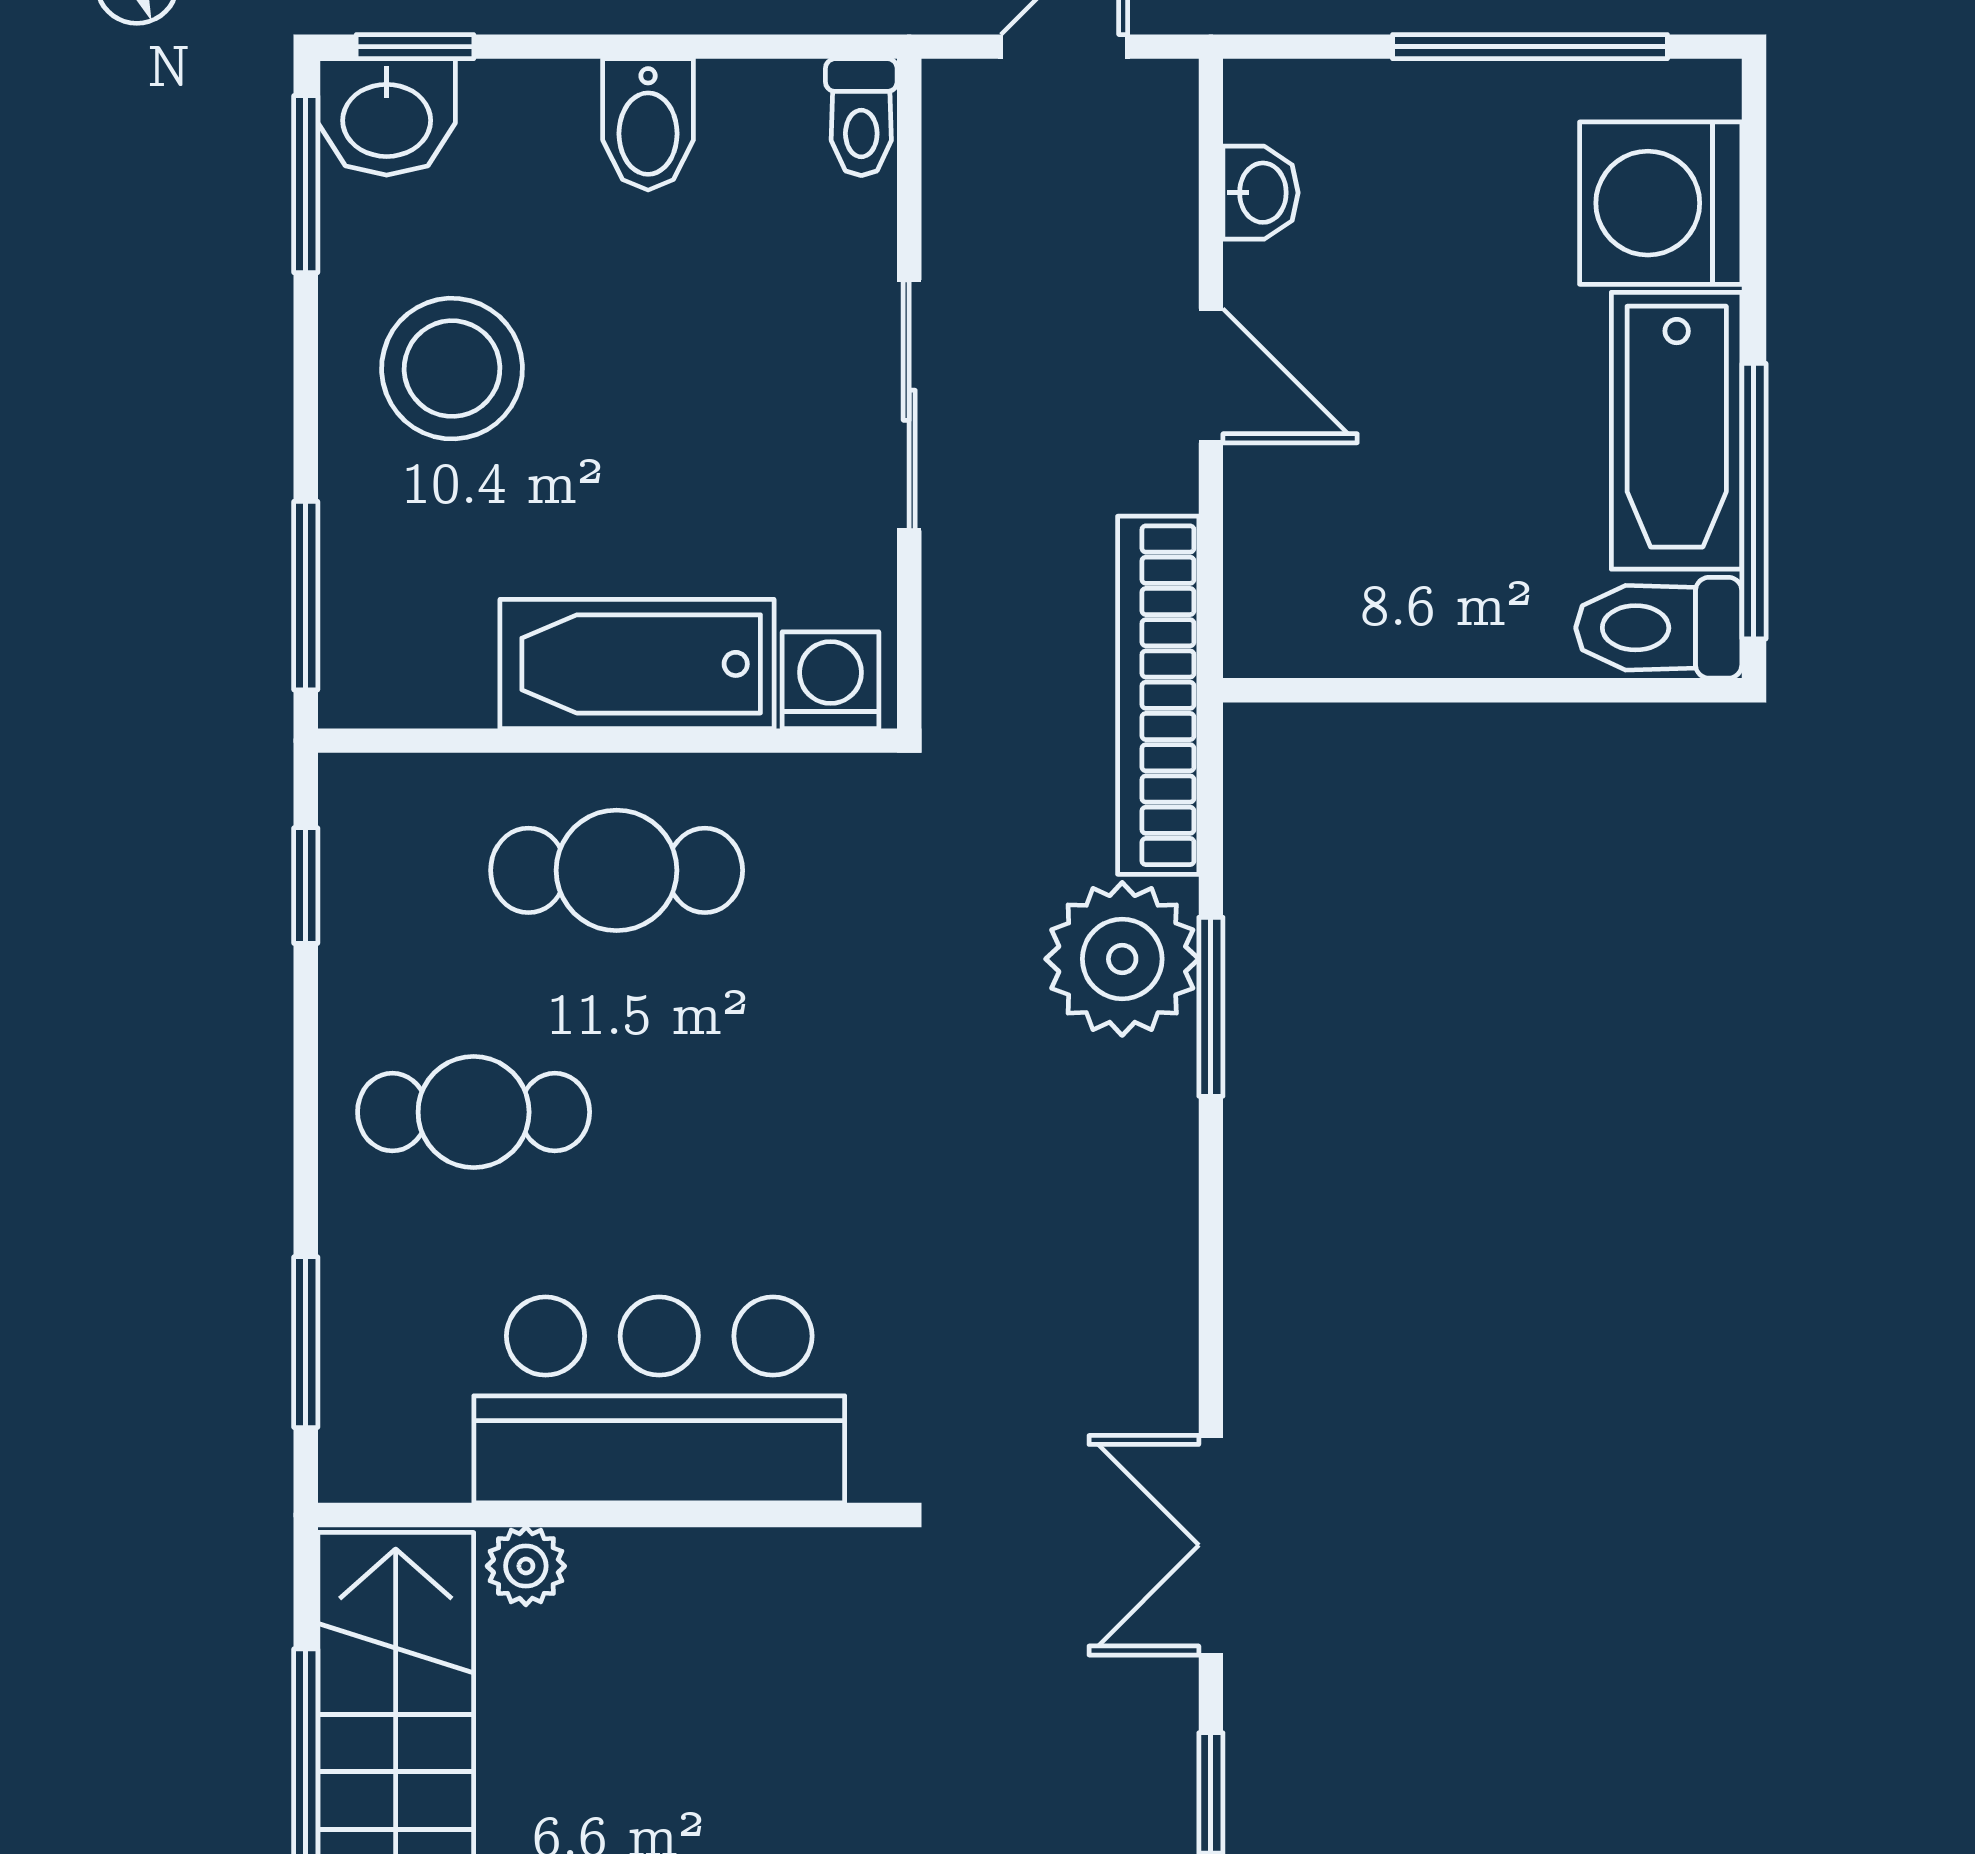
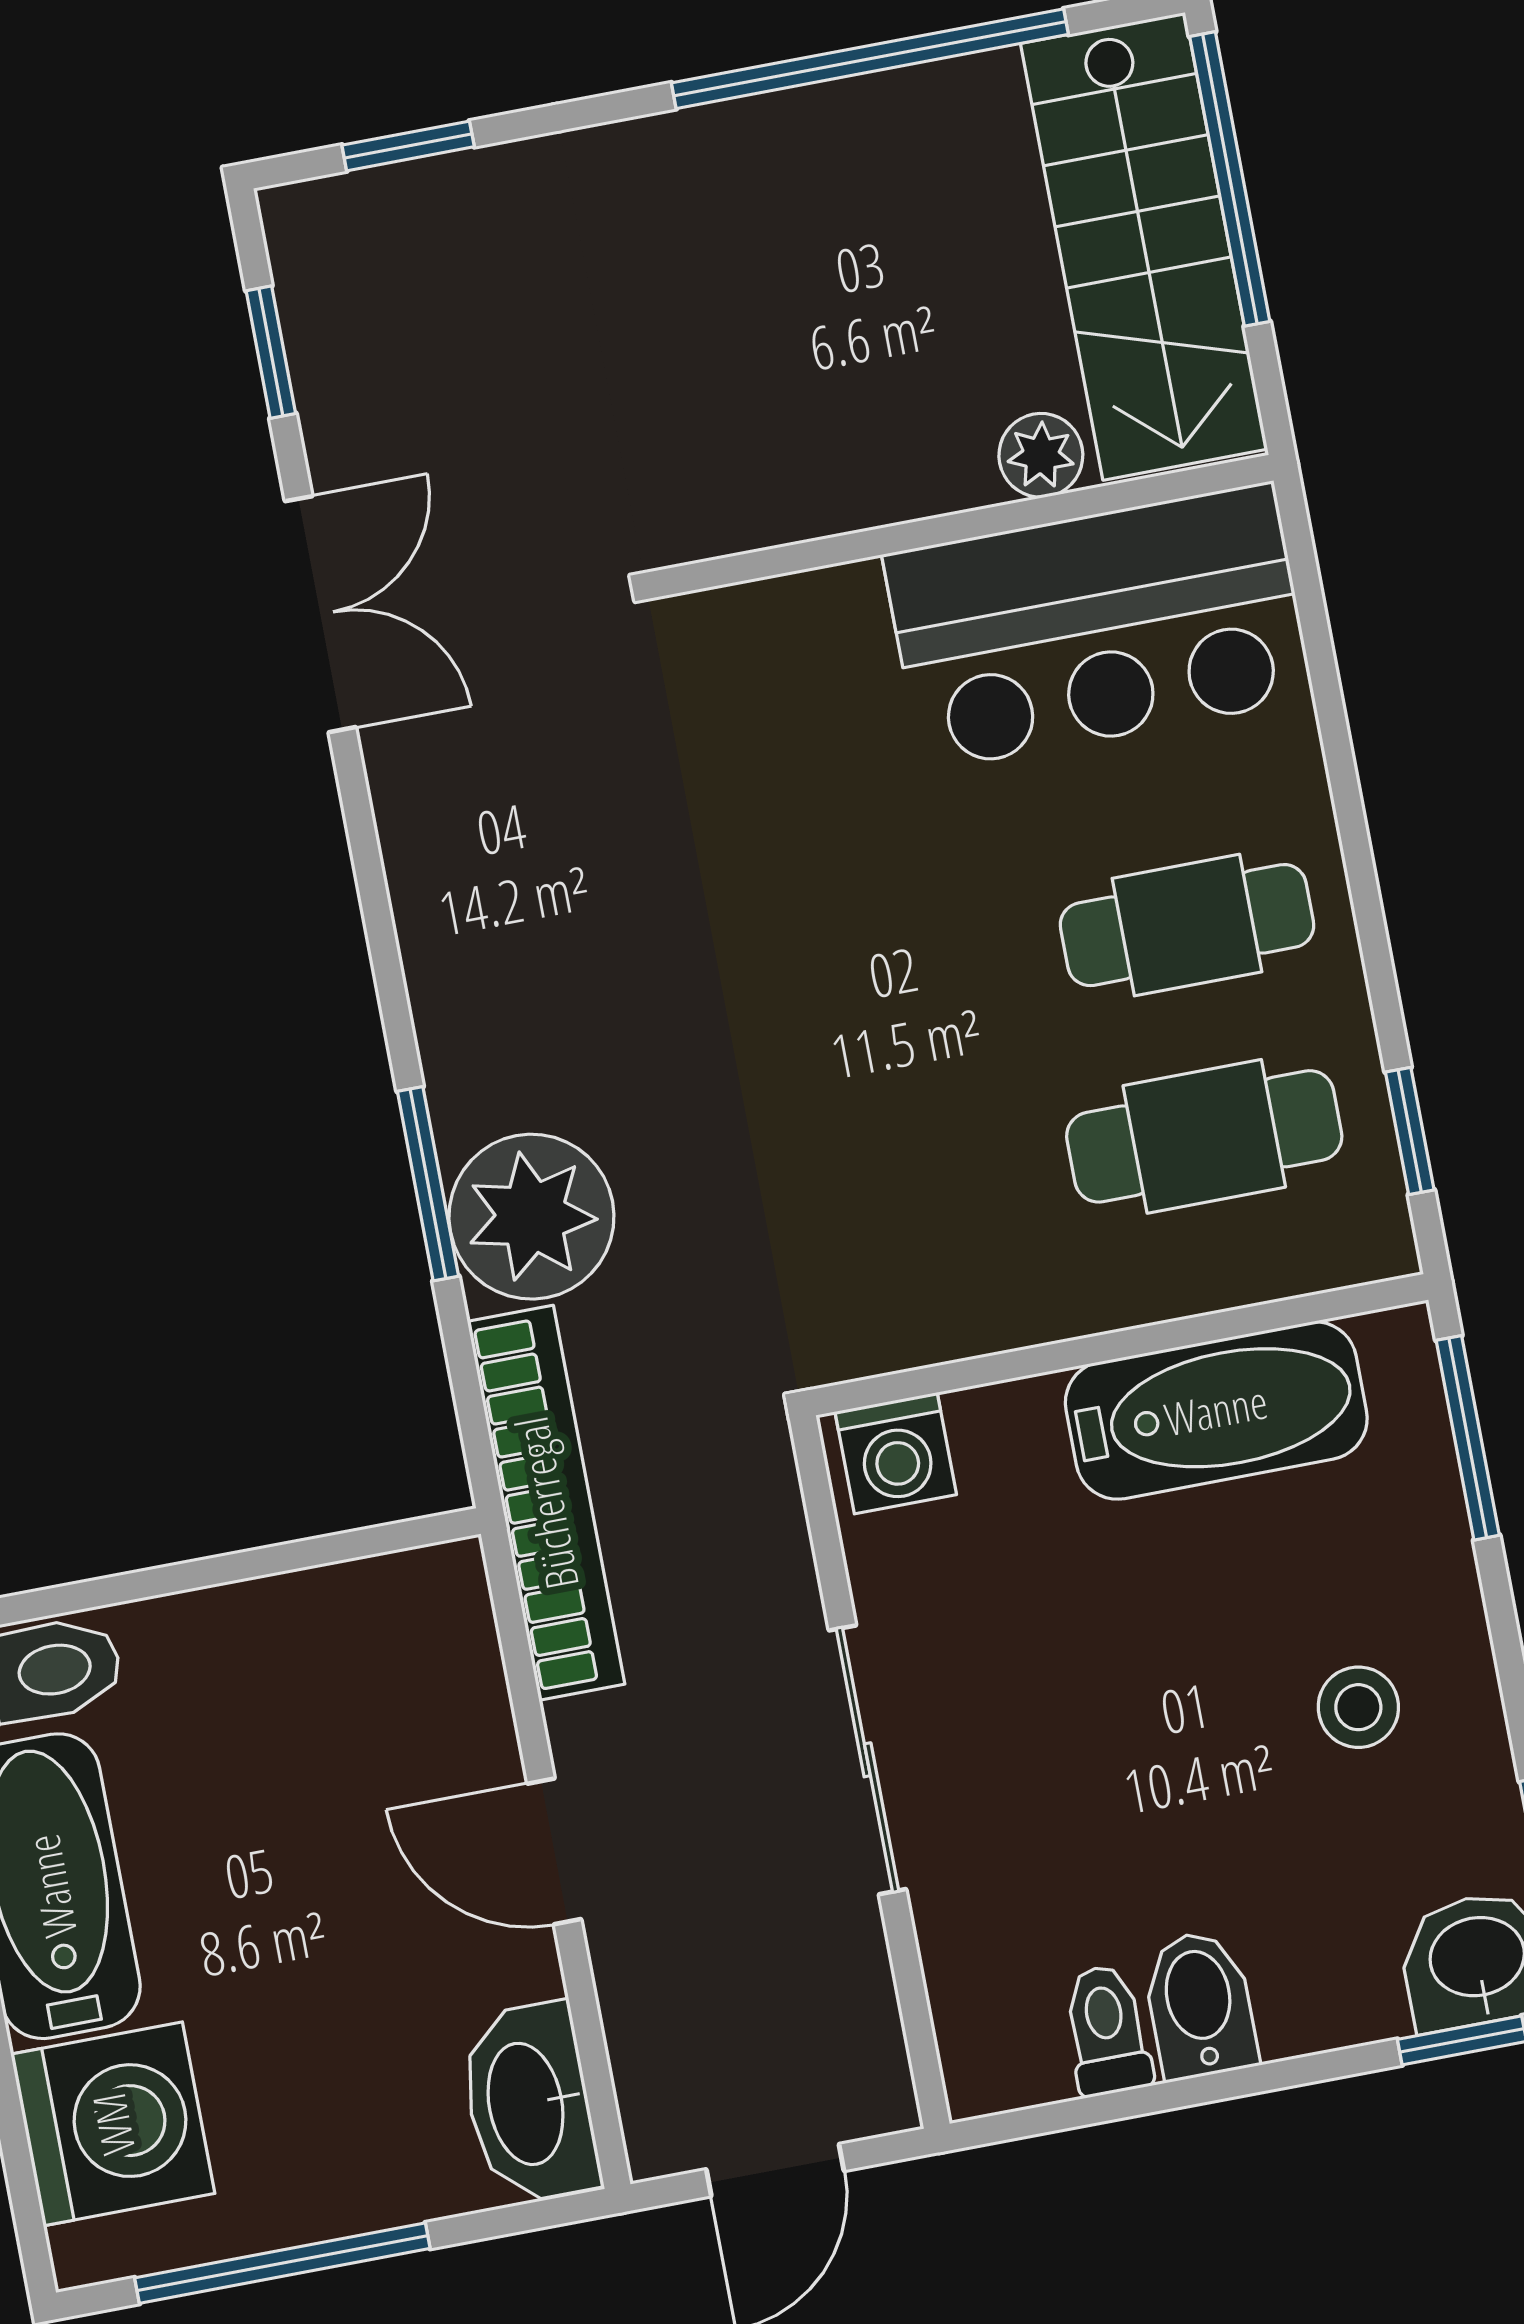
toilet: (861, 117) -> (1107, 2030), moved
washbasin: (1261, 193) -> (529, 2103), width x1.91, depth x1.45
stool: (452, 369) -> (1358, 1707), width x0.53, depth x0.53
bathtub: (637, 664) -> (1216, 1410), moved
cafe table: (617, 870) -> (1204, 1136), moved
window: (306, 1342) -> (1319, 648), removed
bar counter: (659, 1400) -> (1098, 626), moved

